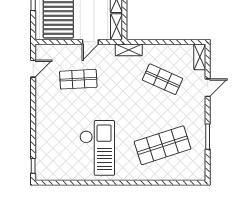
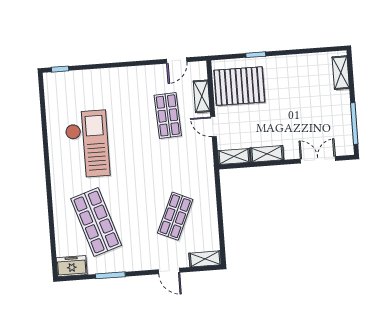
shelving: (129, 50) -> (202, 96), moved
door: (33, 69) -> (177, 60), hinge flipped
checkout: (97, 148) -> (87, 144), turned -90
freezer: (198, 168) -> (72, 266), added

